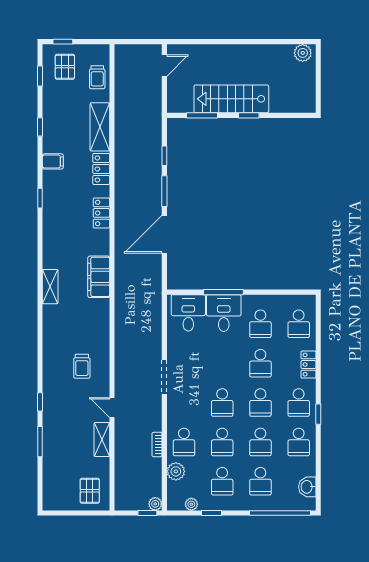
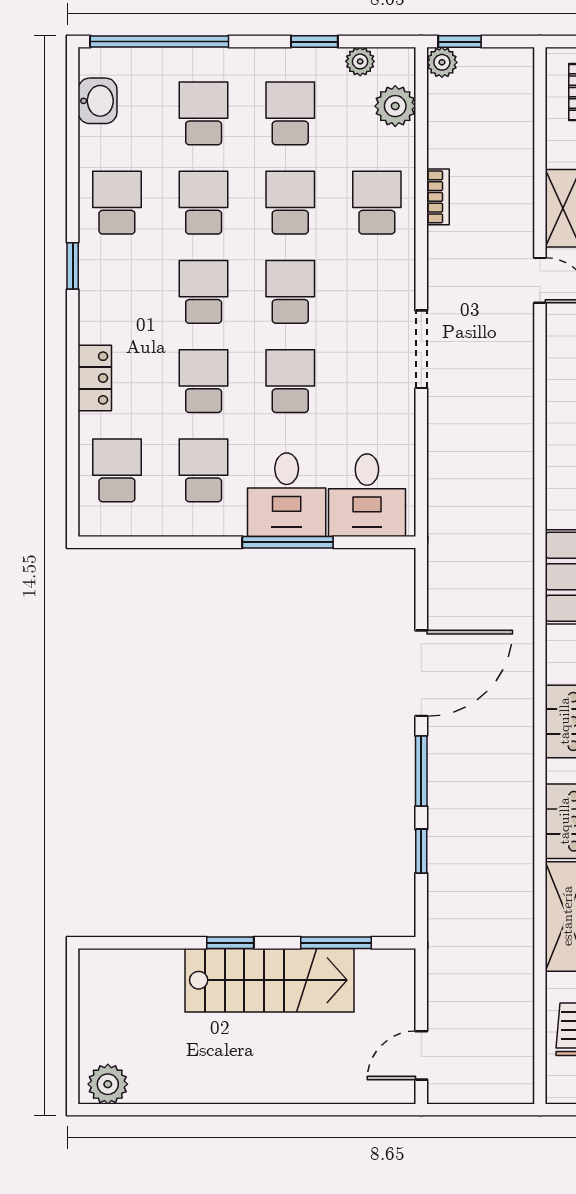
school desk: (299, 403) -> (290, 381), moved
plant: (176, 471) -> (395, 106), moved

